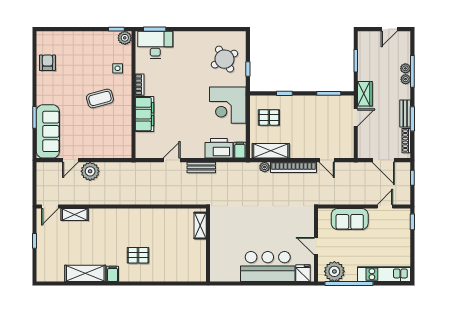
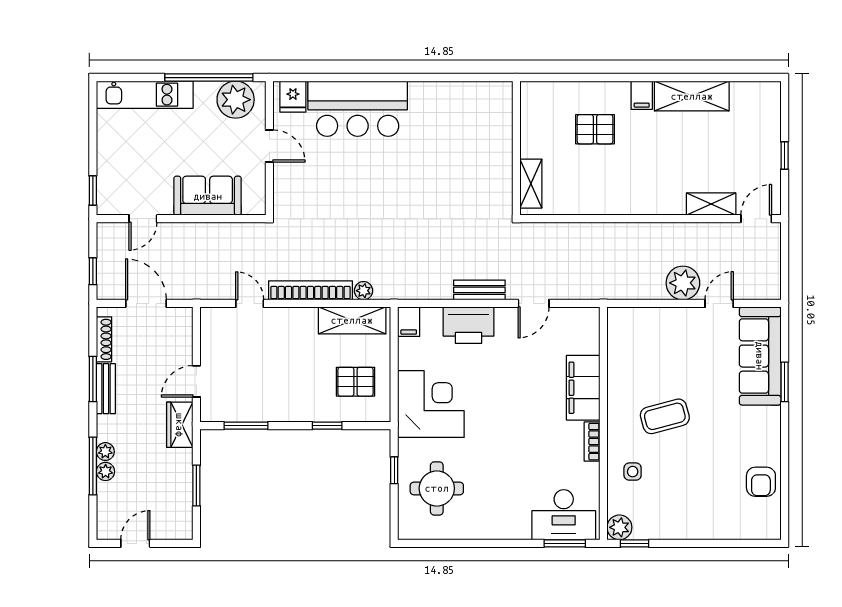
round table: (224, 59) -> (437, 488), turned 30
printer: (219, 148) -> (469, 325), moved
shelving: (200, 226) -> (531, 184), moved
wall: (208, 245) -> (516, 148), moved

